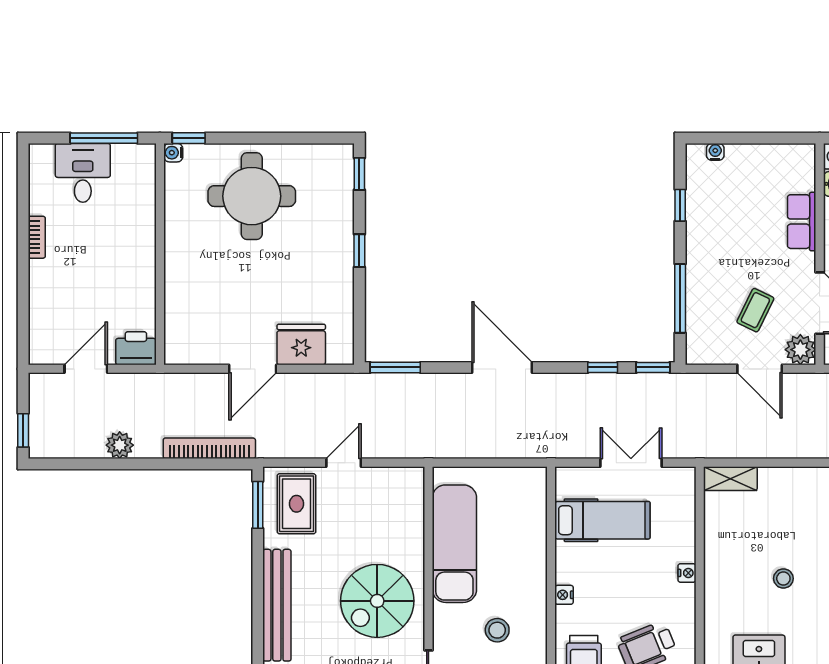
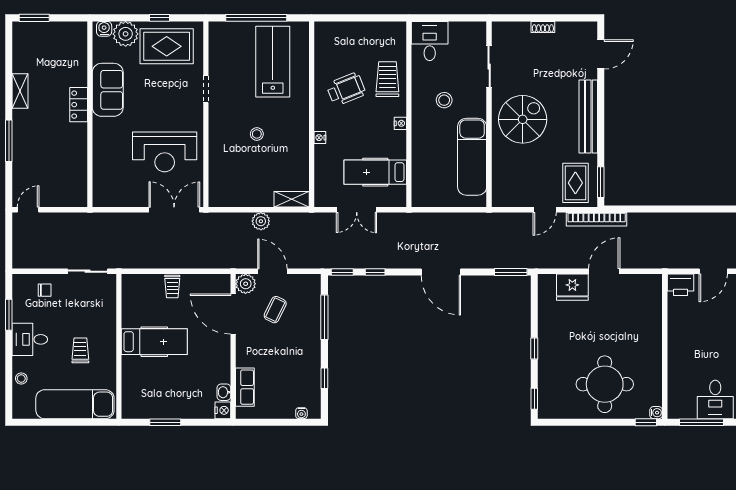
row of seats: (802, 222) -> (245, 387), moved
plant: (120, 445) -> (261, 221), moved
bookcase: (209, 448) -> (597, 219), moved

